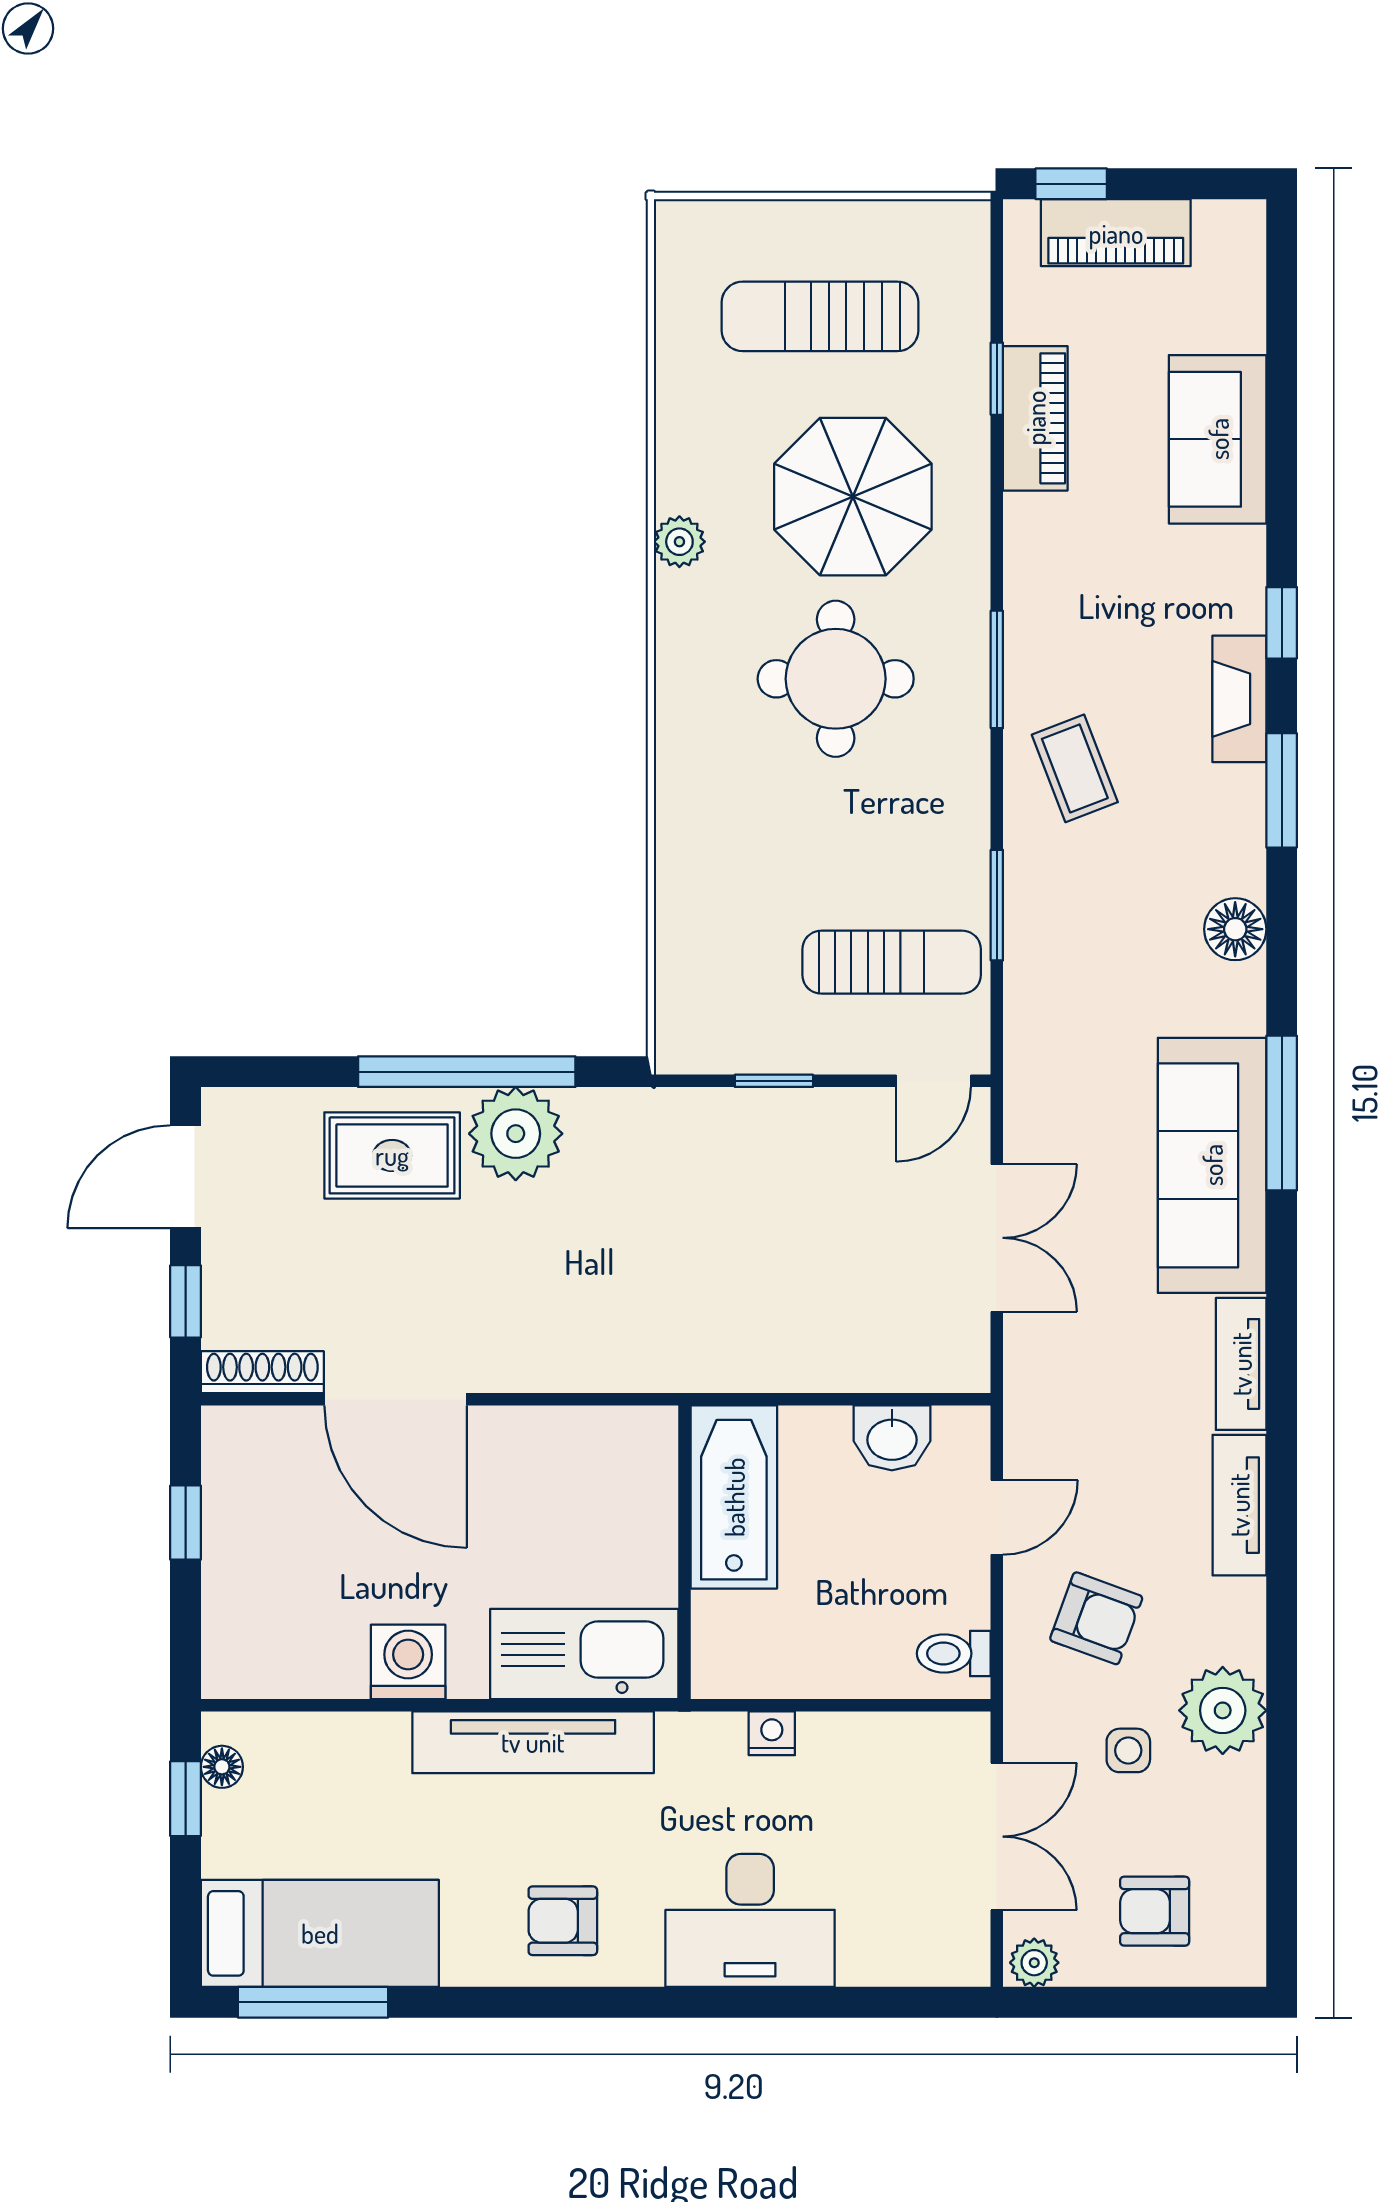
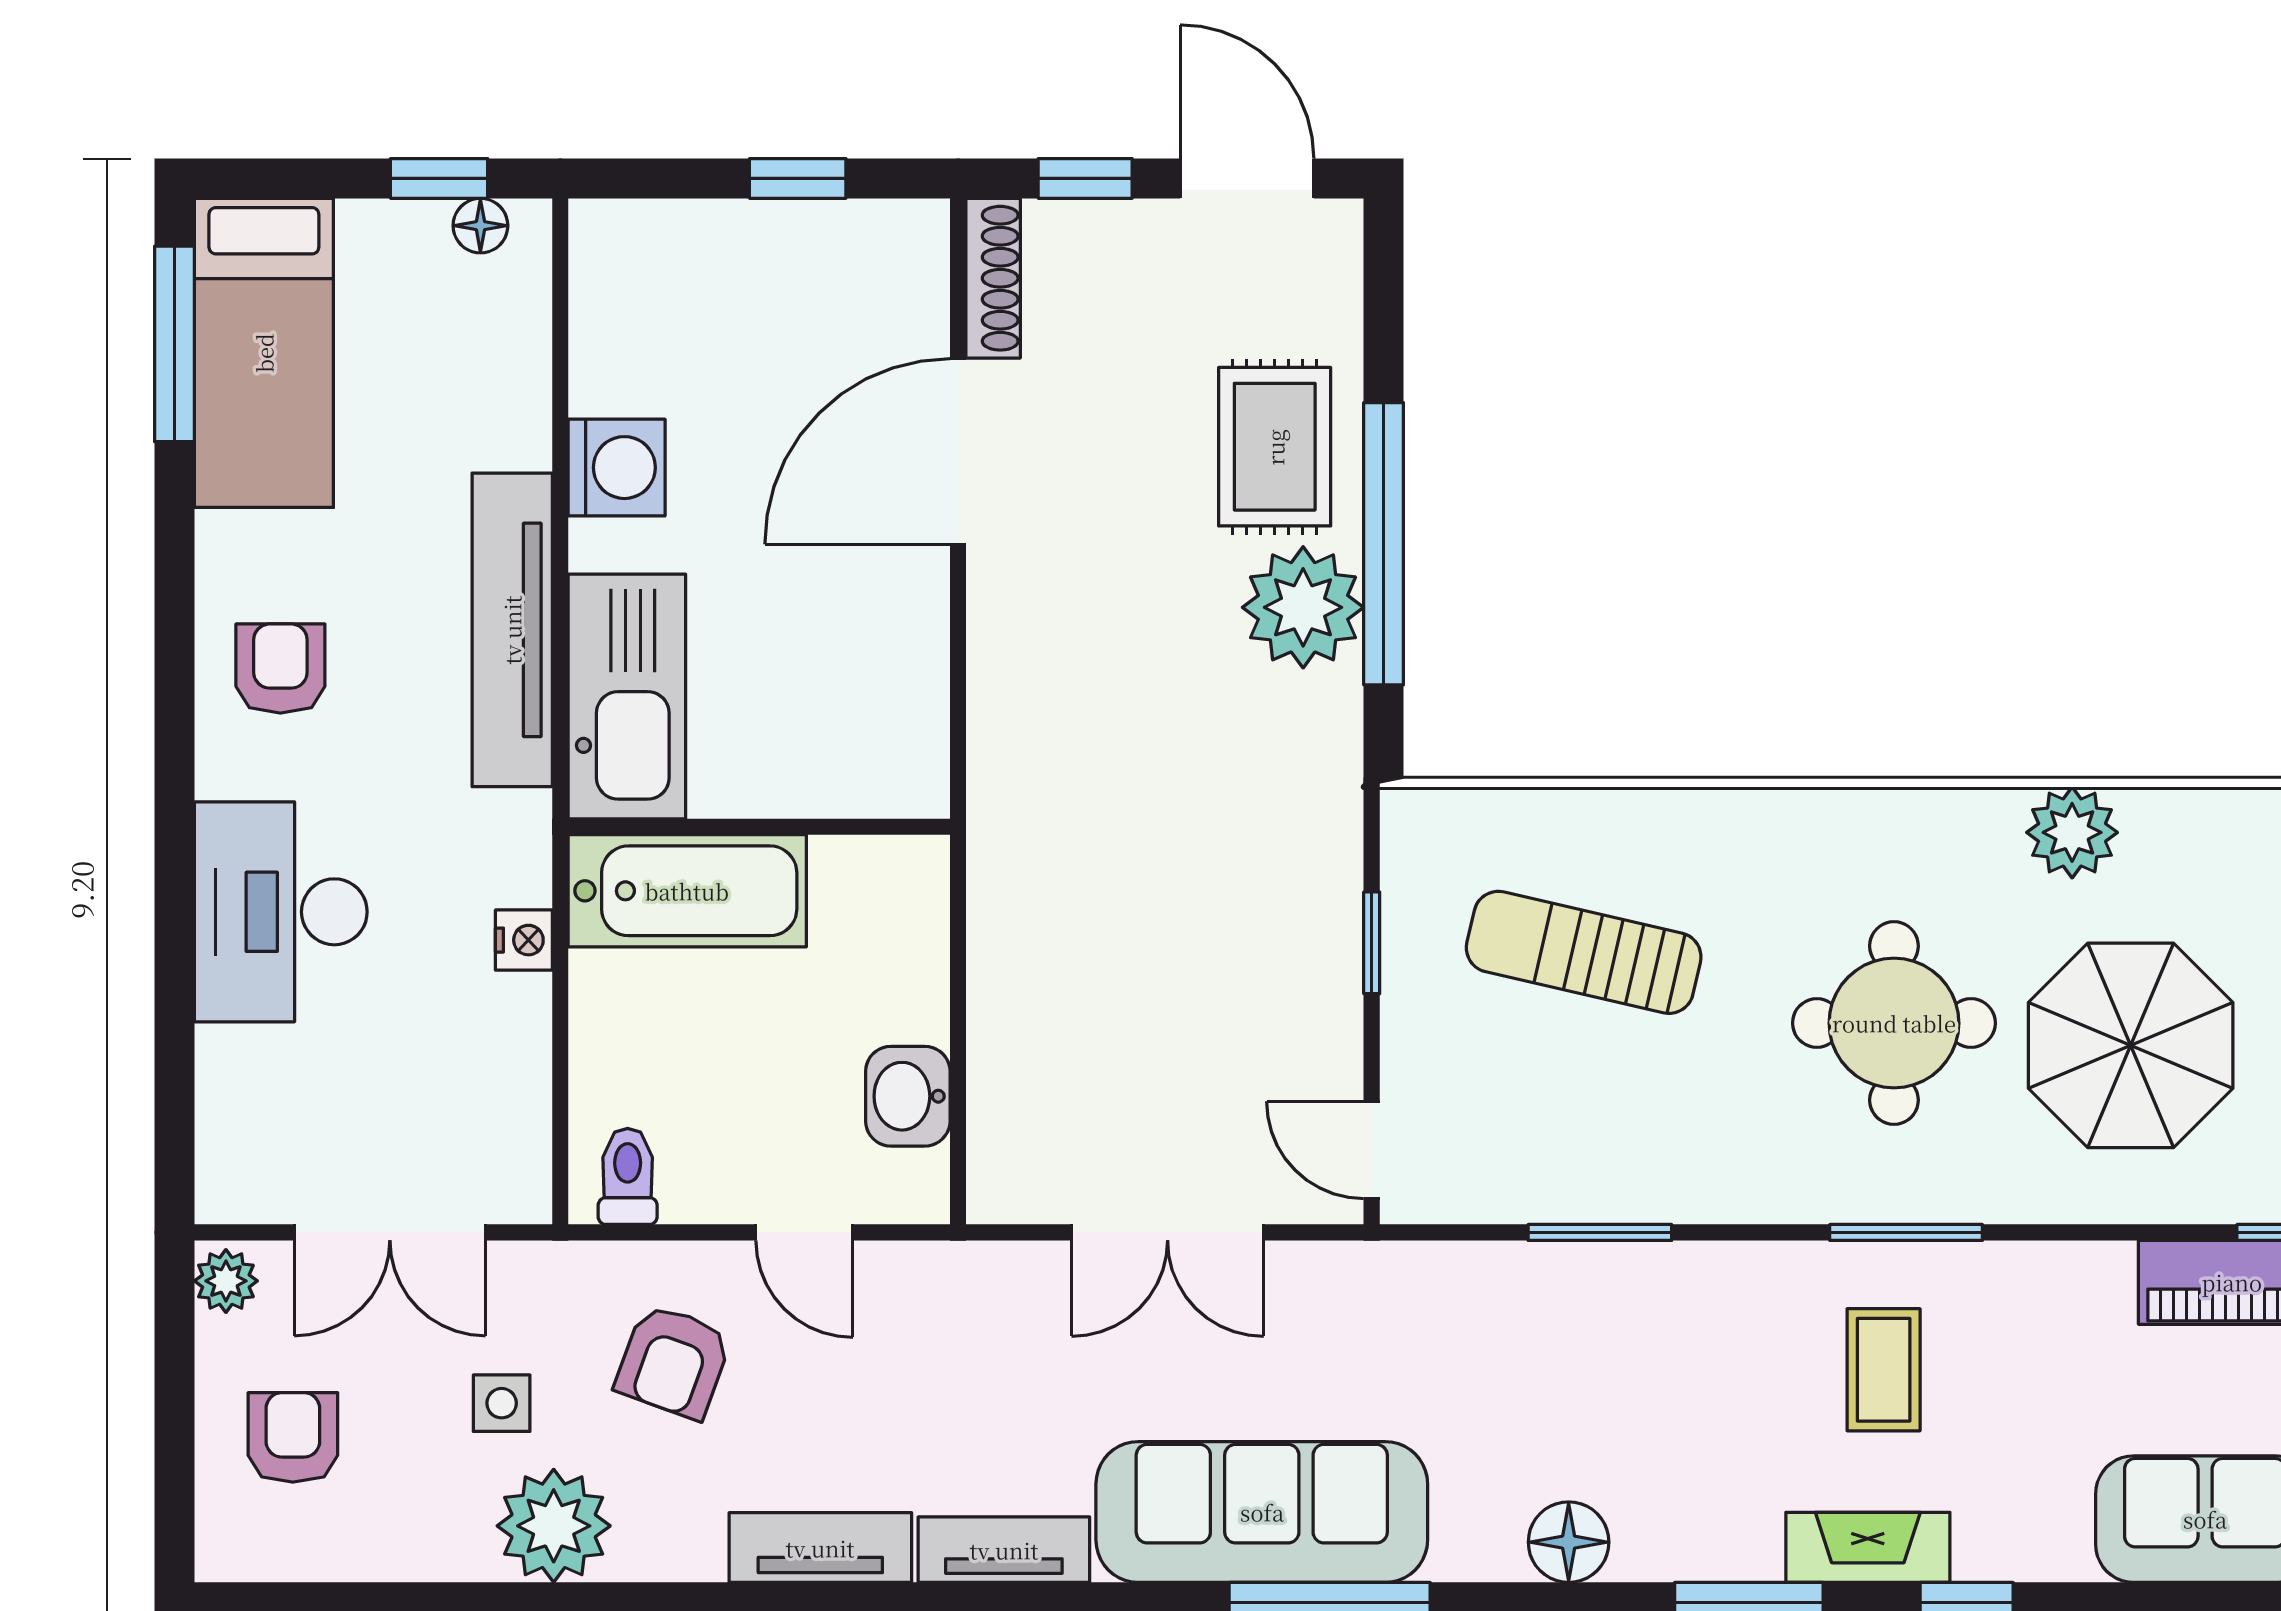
plant: (679, 542) -> (2072, 832), width x1.38, depth x1.38
coffee table: (1075, 768) -> (1884, 1370), moved, turned -69
sun lounger: (892, 962) -> (1584, 952), moved, turned 103
bathtub: (734, 1497) -> (687, 891), moved

